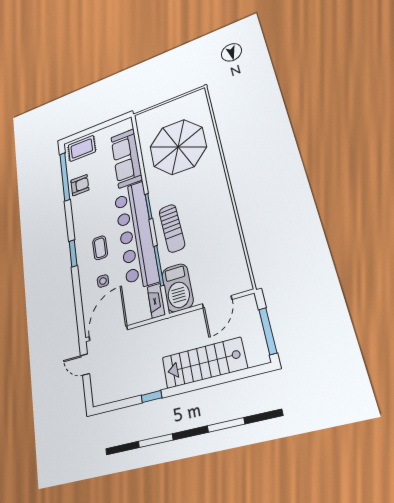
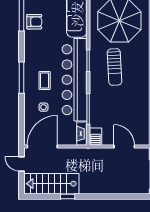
sun lounger: (172, 228) -> (115, 67), moved
window: (73, 253) -> (22, 78), width x1.44
barbecue: (177, 288) -> (96, 137), width x0.53, depth x0.65
door: (217, 302) -> (124, 147), swing flipped
stairs: (204, 363) -> (51, 184), moved

